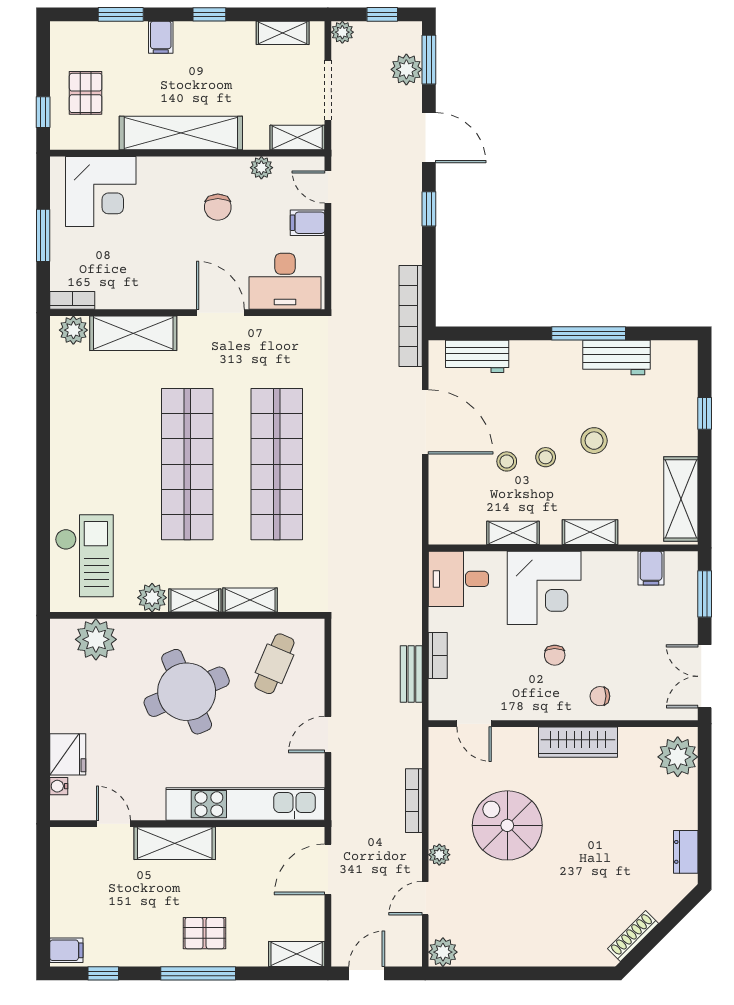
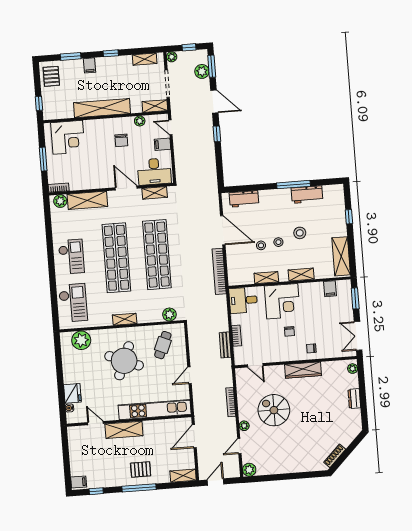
pallet: (86, 93) -> (51, 76), moved
bookcase: (411, 316) -> (219, 271), moved
checkout: (88, 454) -> (71, 257), added
plant: (152, 598) -> (169, 314), moved
shelving: (250, 600) -> (155, 193), moved
round table: (187, 692) -> (124, 361), turned 45
plant: (678, 757) -> (353, 369), width x0.53, depth x0.53
dresser: (686, 852) -> (354, 399), moved

